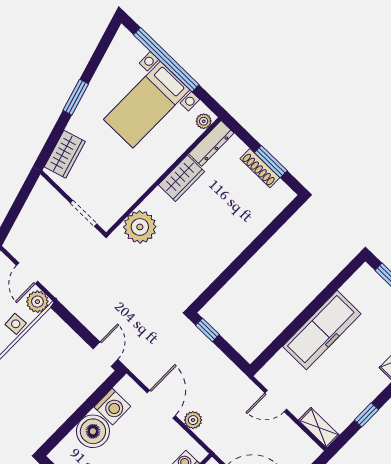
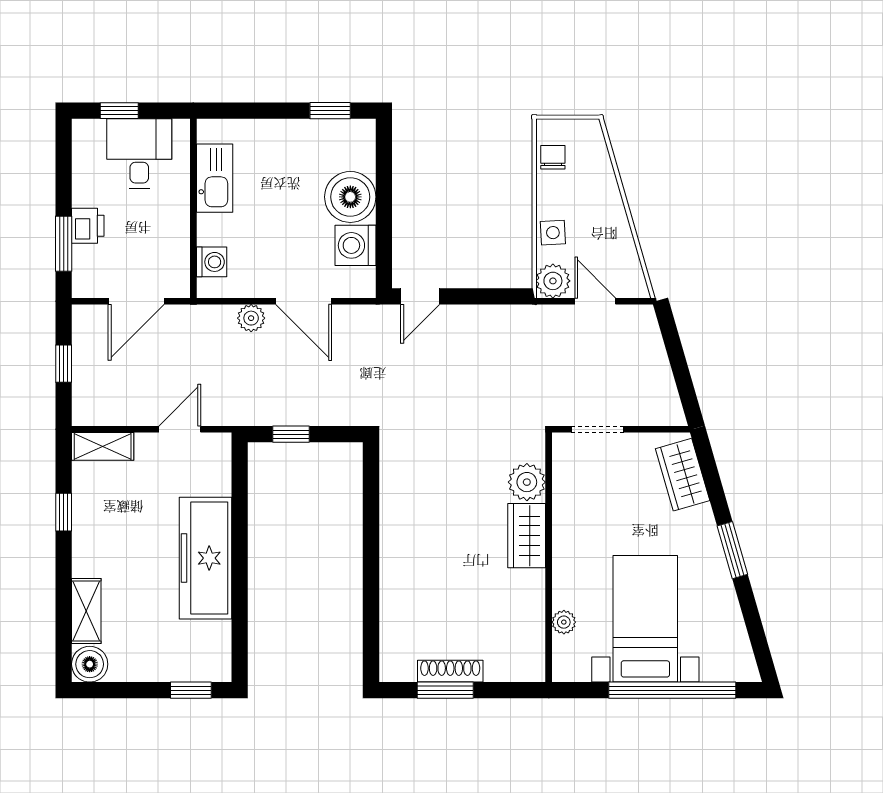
plant: (204, 121) -> (564, 622), moved
dresser: (211, 143) -> (531, 646), removed
wardrobe: (181, 178) -> (527, 536), moved
plant: (140, 227) -> (527, 482), width x0.73, depth x0.73
window: (207, 330) -> (291, 434), moved
door: (105, 354) -> (420, 296), hinge flipped

